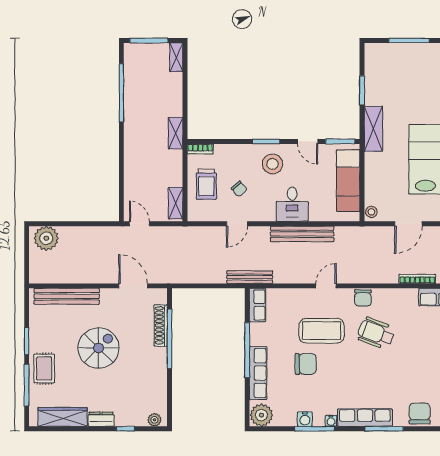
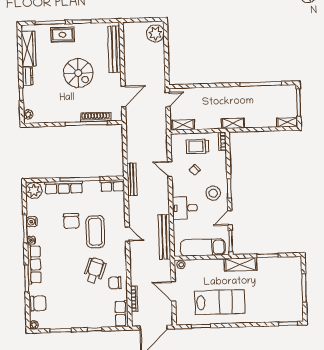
bench: (302, 234) -> (164, 237), moved
chair: (363, 298) -> (115, 283), moved

